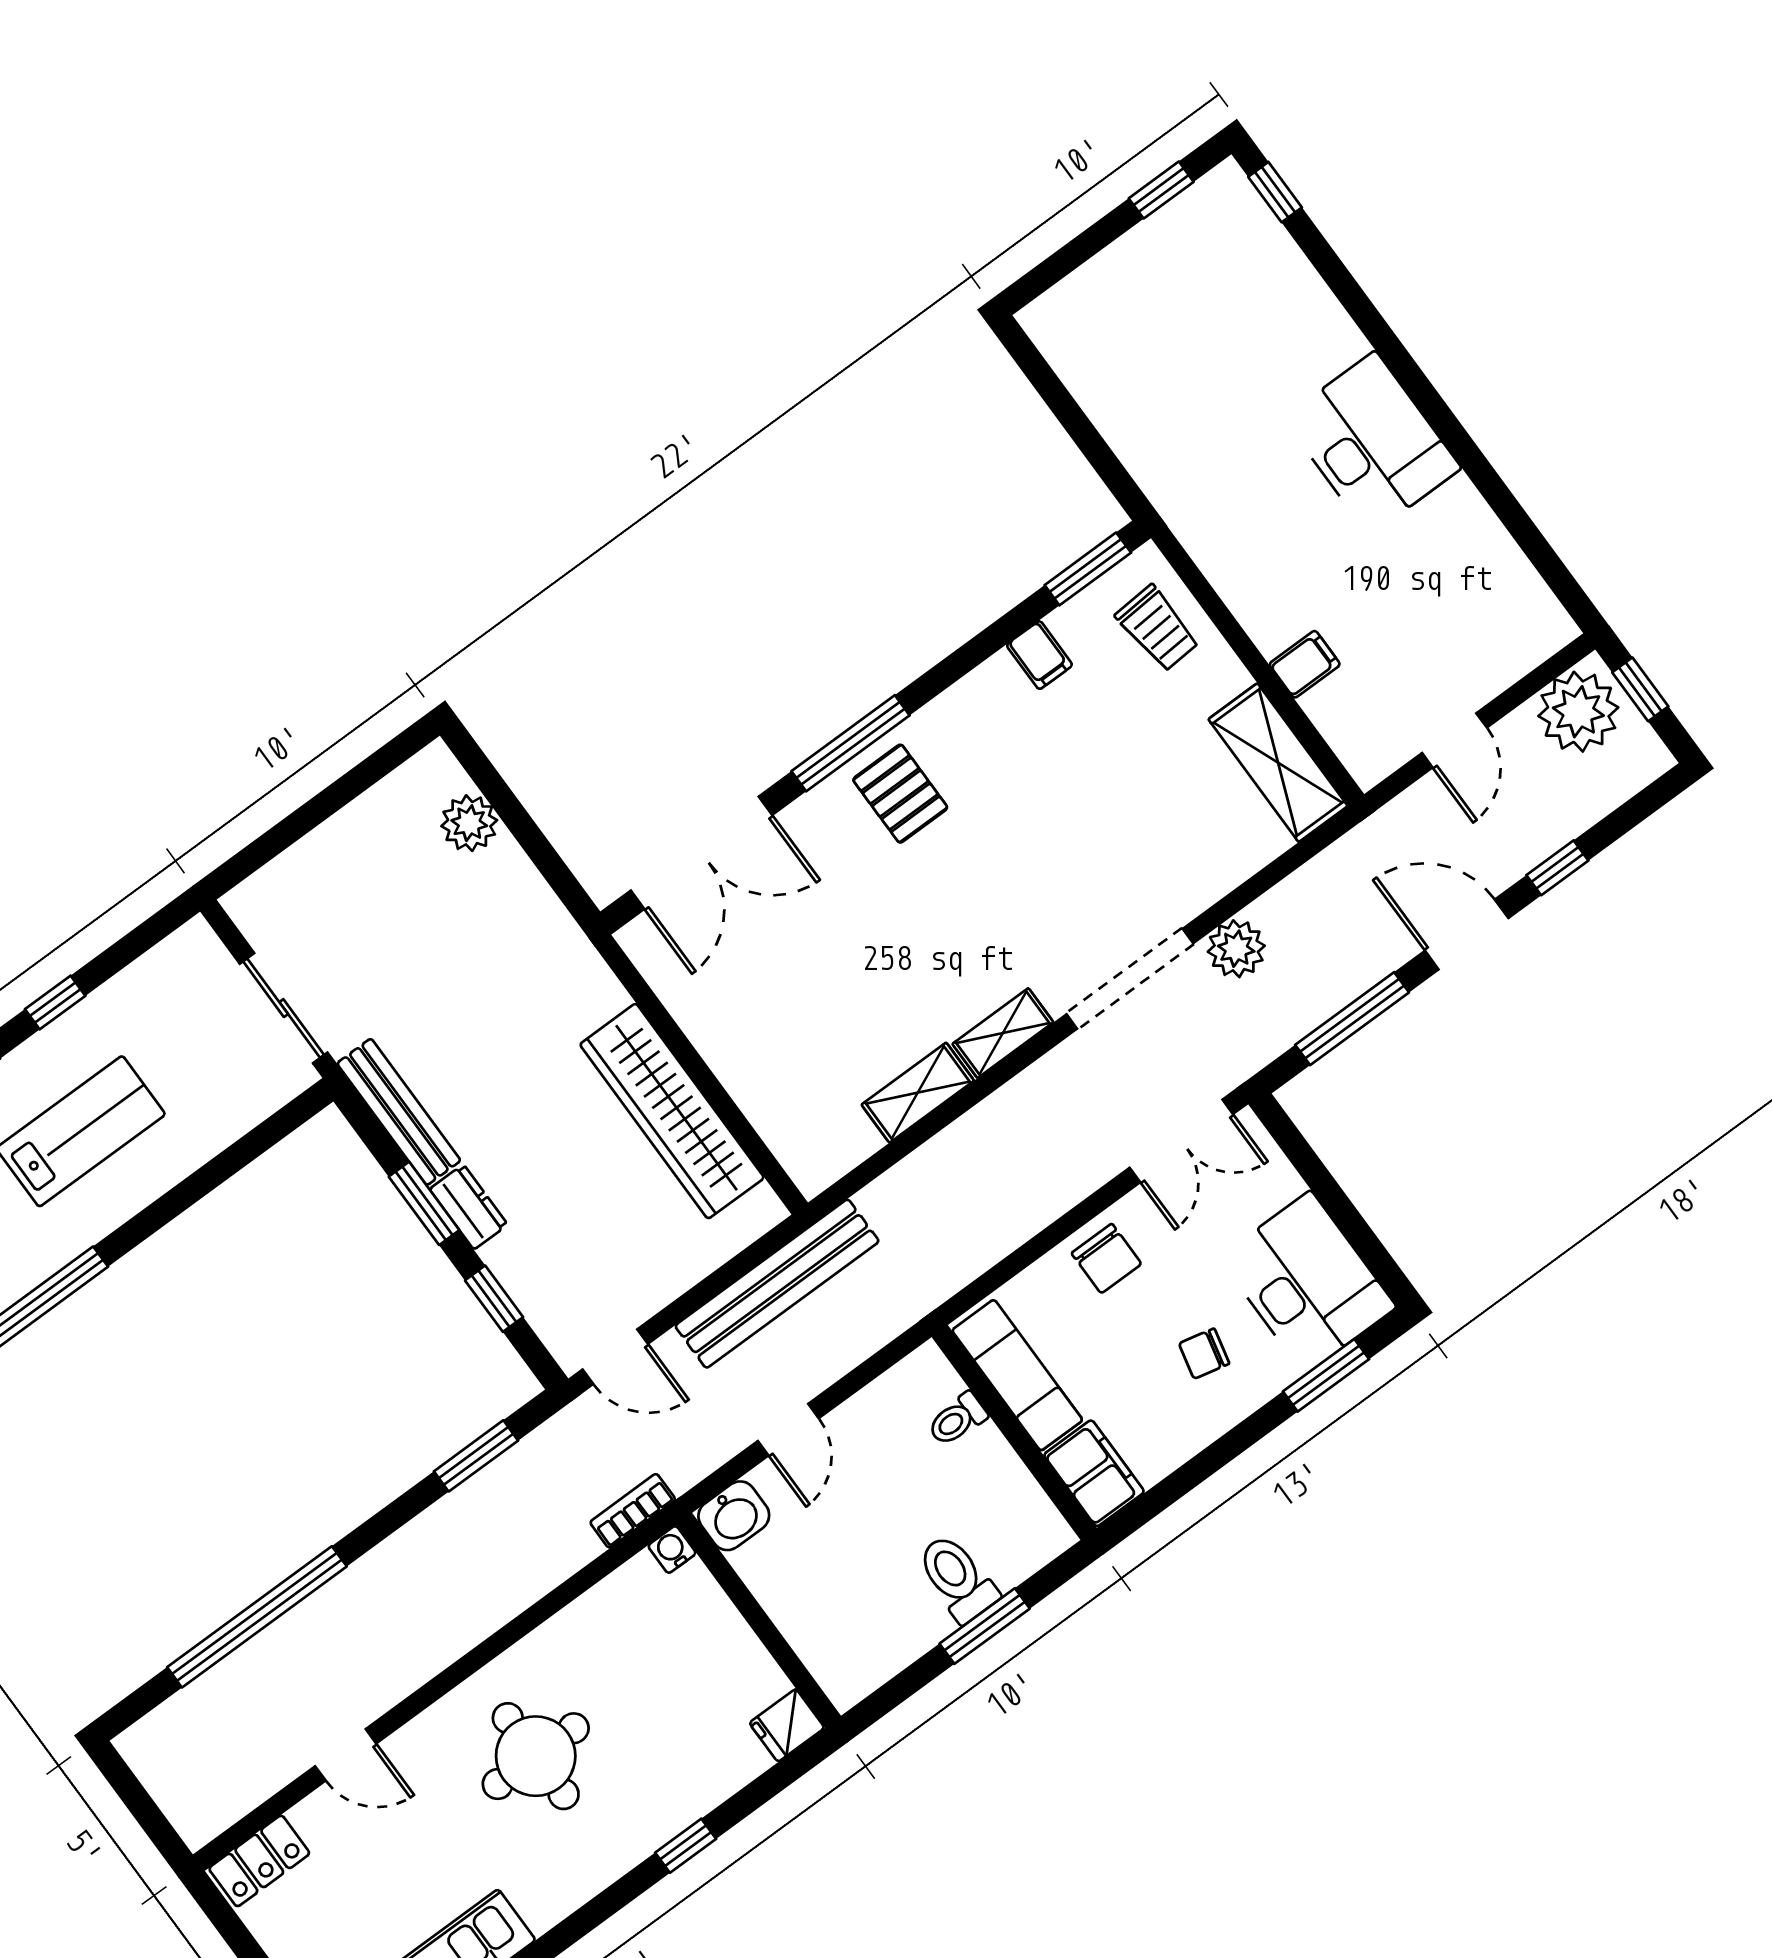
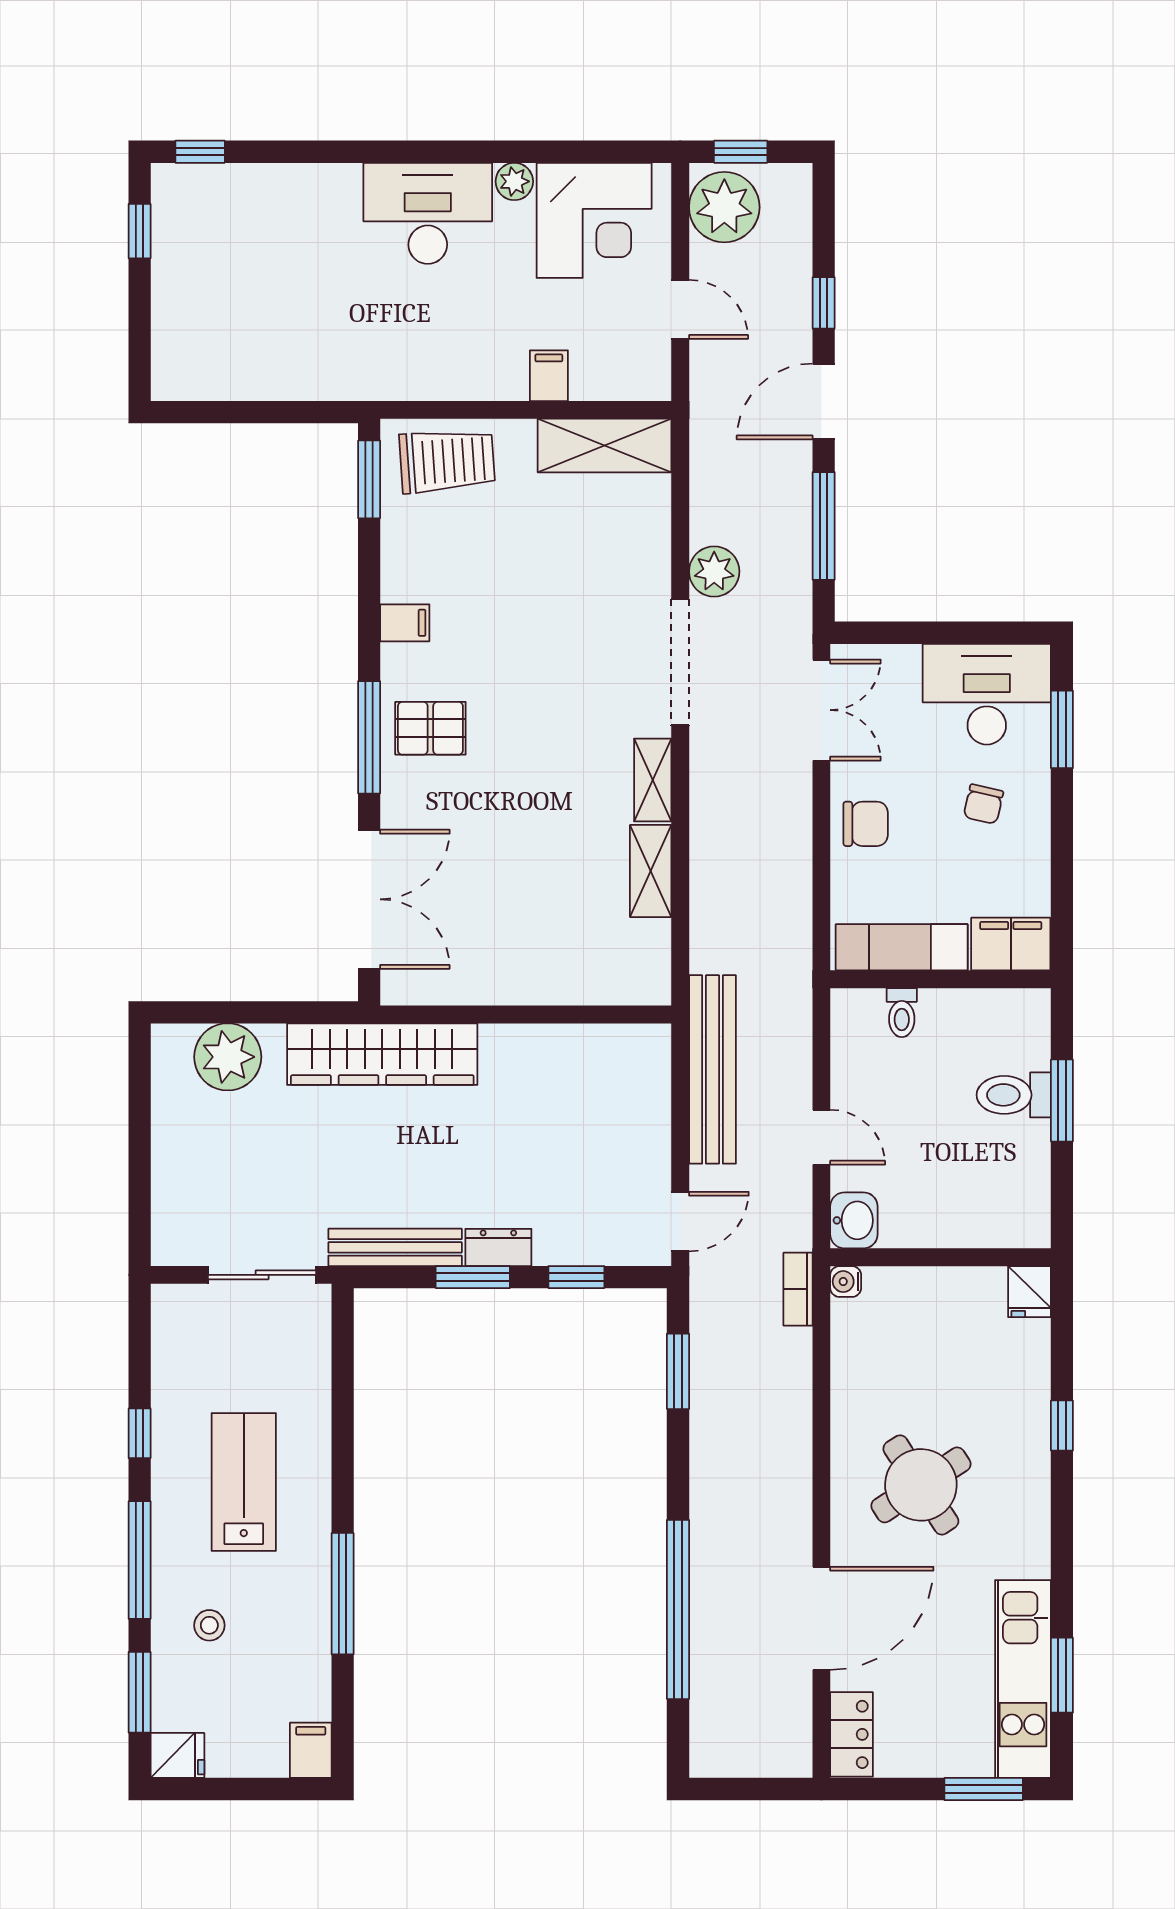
plant: (1460, 501) -> (514, 181), added
corner desk: (1478, 601) -> (594, 220), added
trolley: (1157, 628) -> (447, 461), width x1.36, depth x1.39
filing cabinet: (1039, 655) -> (405, 623), moved
plant: (469, 823) -> (228, 1057), width x1.36, depth x1.36
wardrobe: (672, 1111) -> (382, 1054), moved
door: (346, 1755) -> (821, 1618), width x1.88
round table: (536, 1756) -> (921, 1485), turned -33

